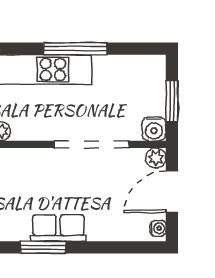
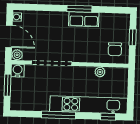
door: (172, 192) -> (9, 36), hinge flipped
row of seats: (58, 228) -> (84, 19), moved

